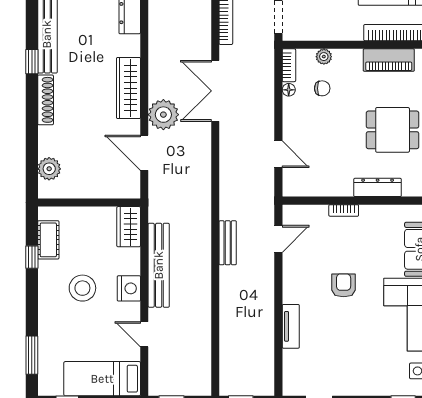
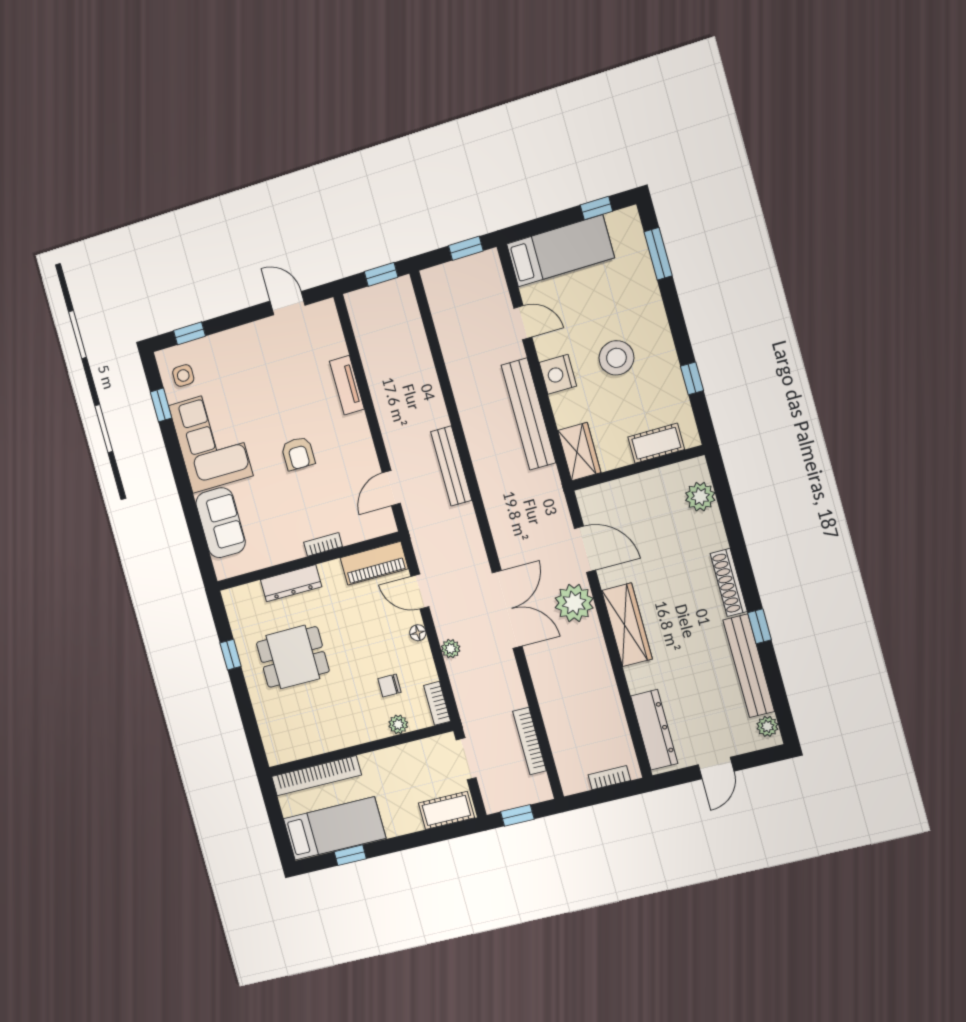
piano: (389, 60) -> (374, 563), moved, turned 180
floor lamp: (289, 90) -> (418, 633), moved
double door: (215, 91) -> (507, 609), moved
plant: (267, 104) -> (451, 649), added
cot: (48, 240) -> (656, 443), moved, turned 90
bench: (228, 243) -> (451, 466), width x1.36

